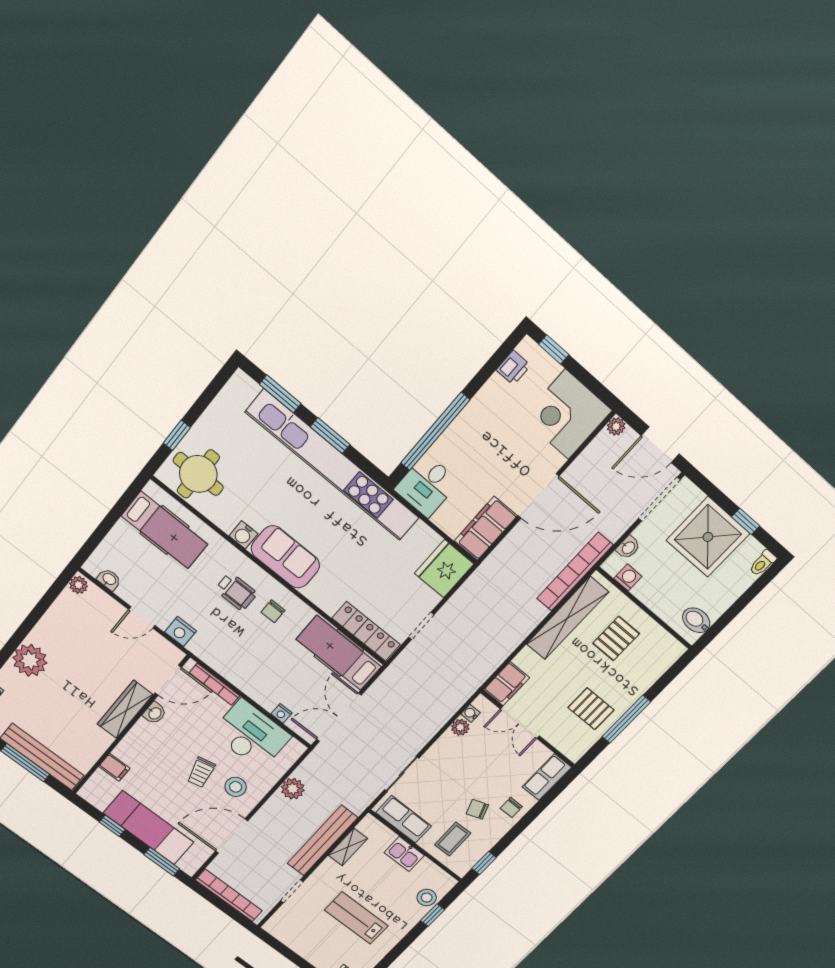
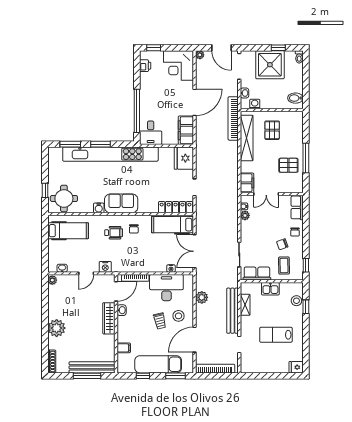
door: (660, 445) -> (221, 48), hinge flipped

